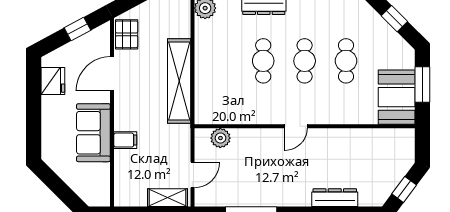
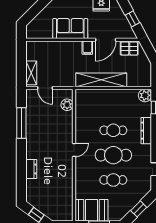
cafe table: (305, 61) -> (113, 155), width x1.37, depth x1.35
door: (112, 74) -> (106, 40), swing flipped
door: (296, 126) -> (74, 150), swing flipped
filing cabinet: (125, 140) -> (87, 48), moved
dresser: (335, 198) -> (31, 169), width x0.70

